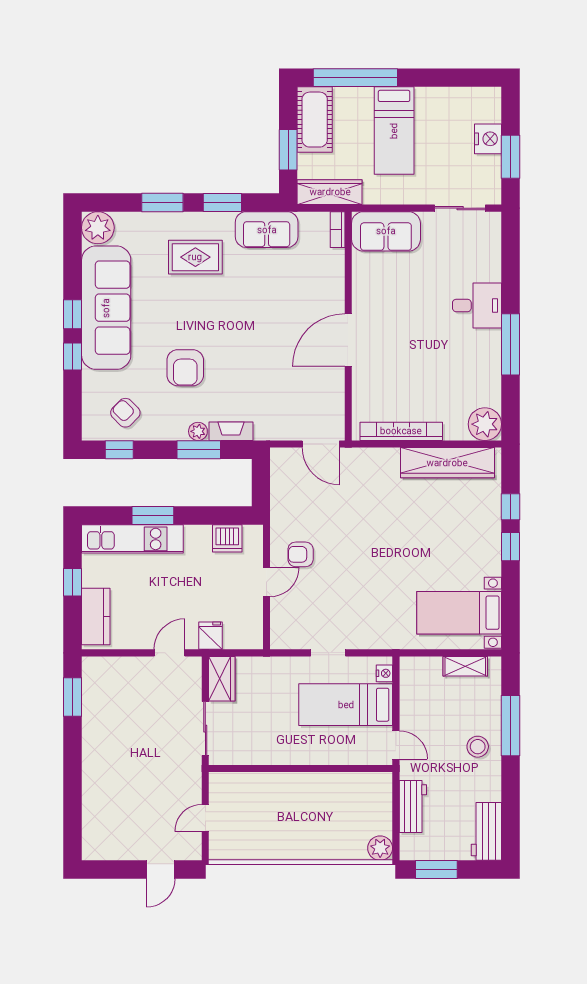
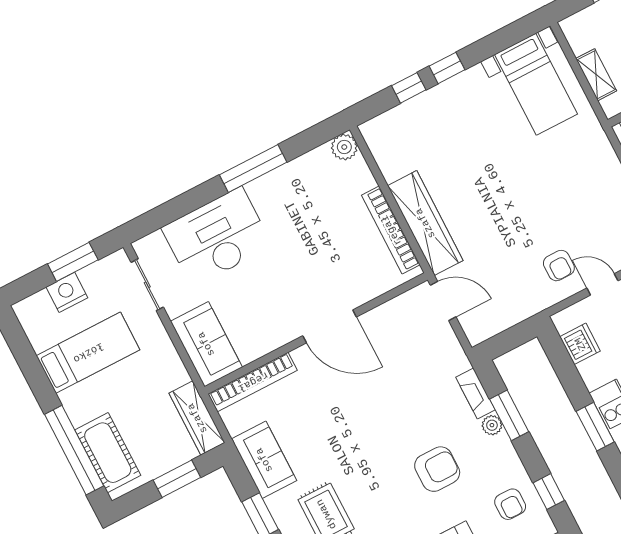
cot: (315, 120) -> (108, 453), moved, turned 90
bed: (394, 131) -> (88, 353), moved
bookcase: (338, 230) -> (253, 382), width x2.31, depth x1.31
desk: (477, 305) -> (217, 237), width x1.87, depth x1.30
armchair: (125, 413) -> (510, 504), turned -45
plant: (485, 424) -> (344, 147), width x0.73, depth x0.73
door: (321, 444) -> (443, 301), hinge flipped
wardrobe: (447, 463) -> (425, 223), moved
shelving: (465, 666) -> (596, 75), moved

